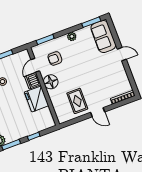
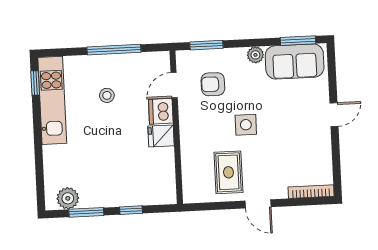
sofa: (103, 36) -> (295, 61), moved, turned -90
door: (122, 54) -> (334, 115), hinge flipped
side table: (78, 74) -> (246, 125), added
floor lamp: (51, 82) -> (192, 123), removed
fridge: (37, 99) -> (161, 136), width x0.53, depth x0.75

